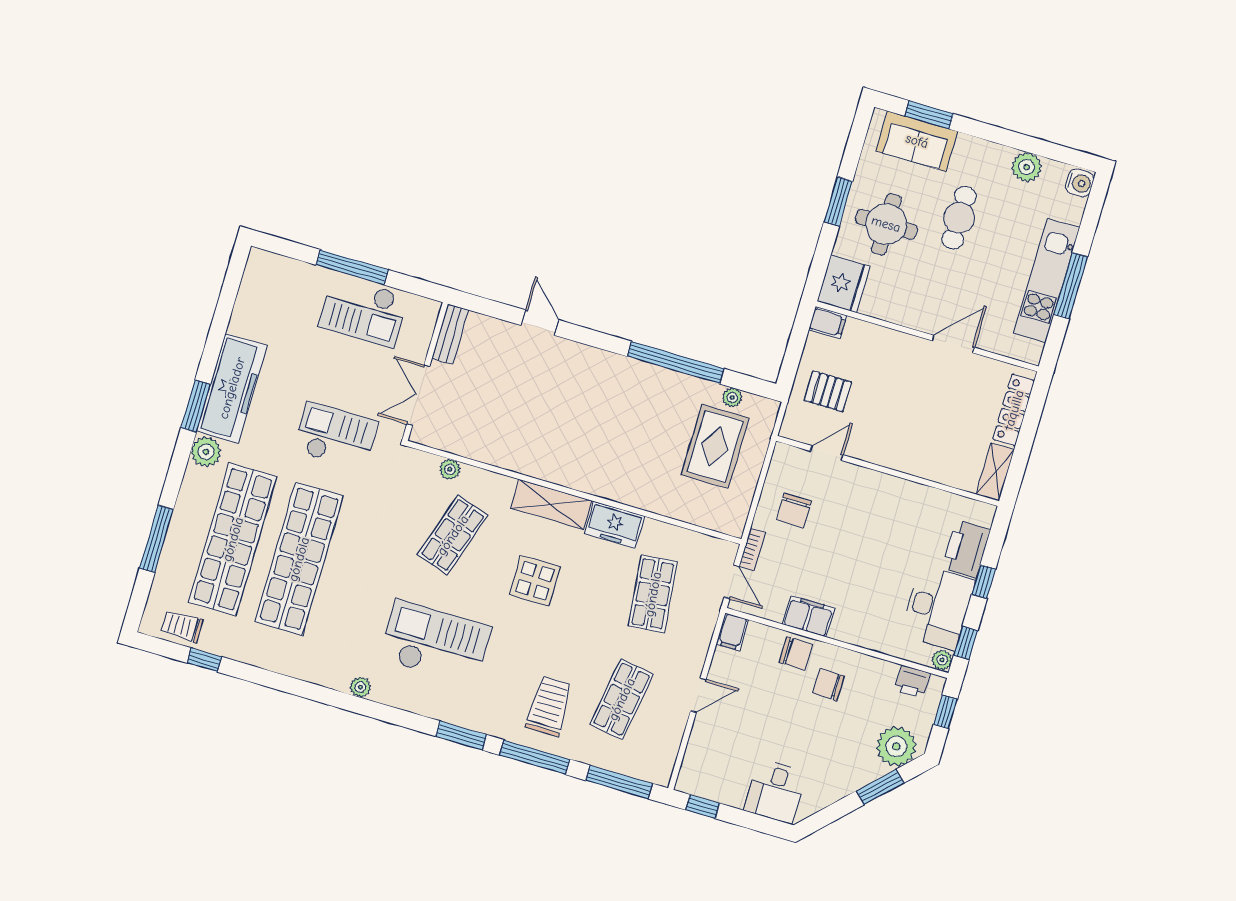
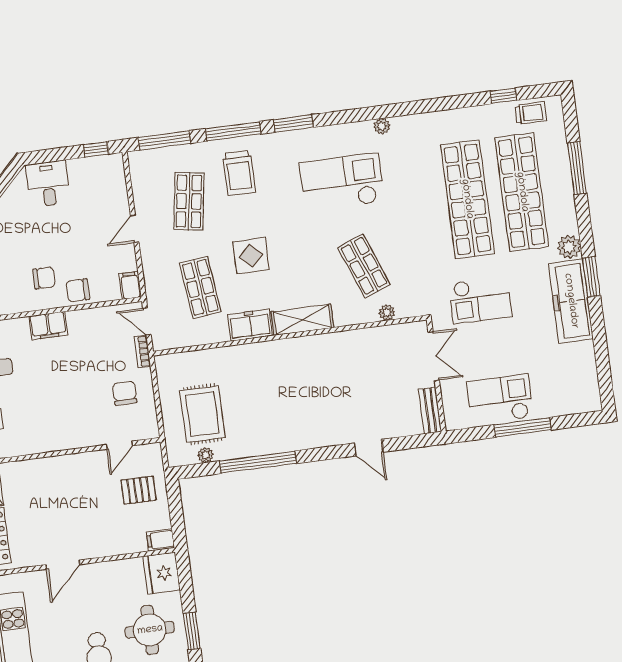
shop shelf: (453, 535) -> (364, 266), turned -39
display table: (535, 581) -> (251, 256), moved
filing cabinet: (809, 616) -> (48, 326), moved
checkout: (435, 643) -> (342, 182), turned 180

